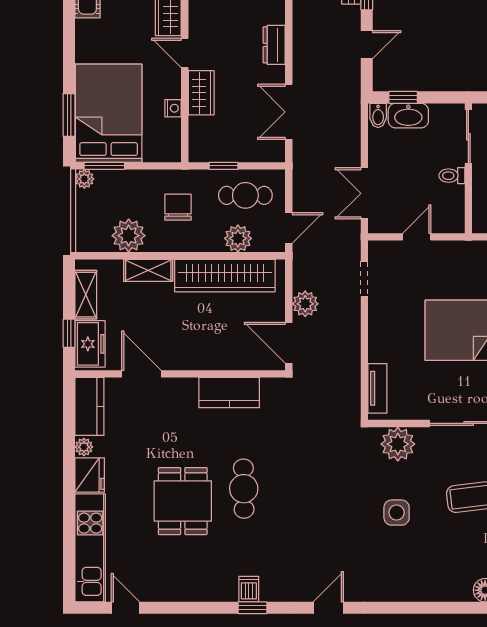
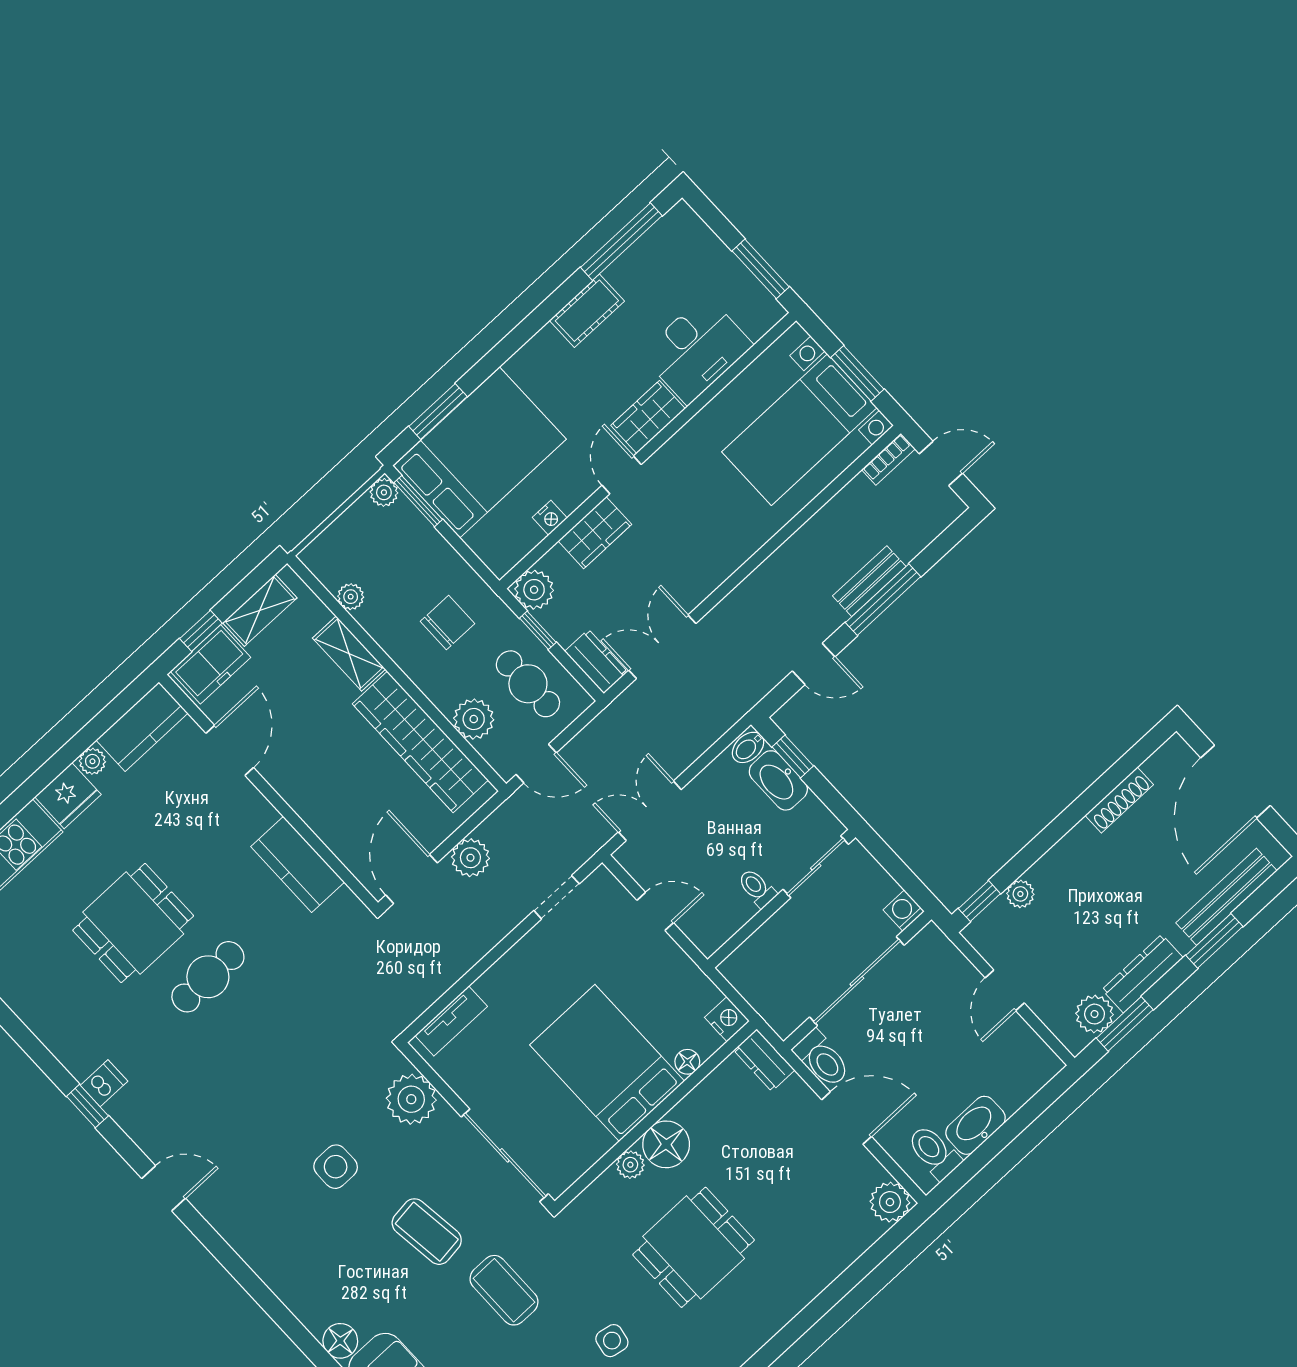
dresser: (274, 45) -> (596, 661), moved, turned 90
plant: (202, 149) -> (534, 590), added
plant: (129, 236) -> (351, 597), width x0.53, depth x0.53

